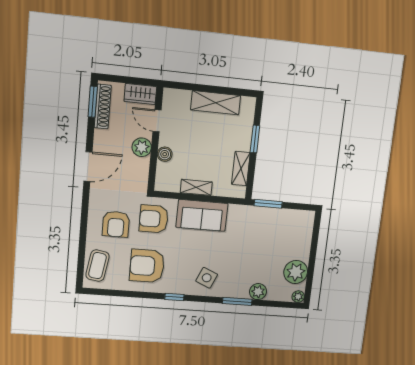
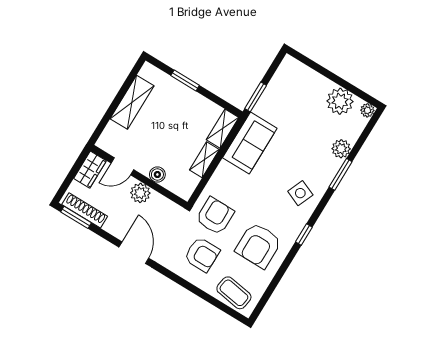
shelving: (241, 169) -> (223, 129), moved, turned 90
sofa: (202, 215) -> (250, 143), moved
armchair: (154, 219) -> (215, 216), turned 180

